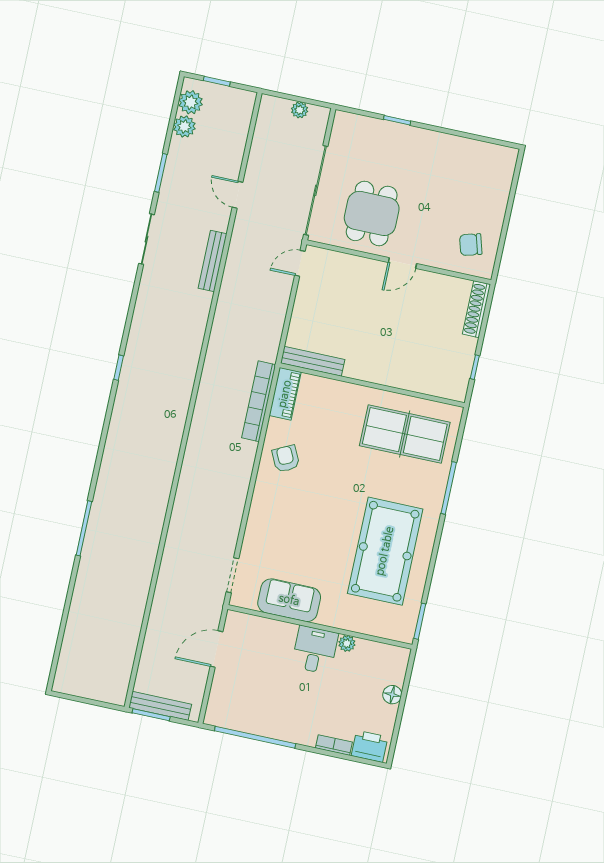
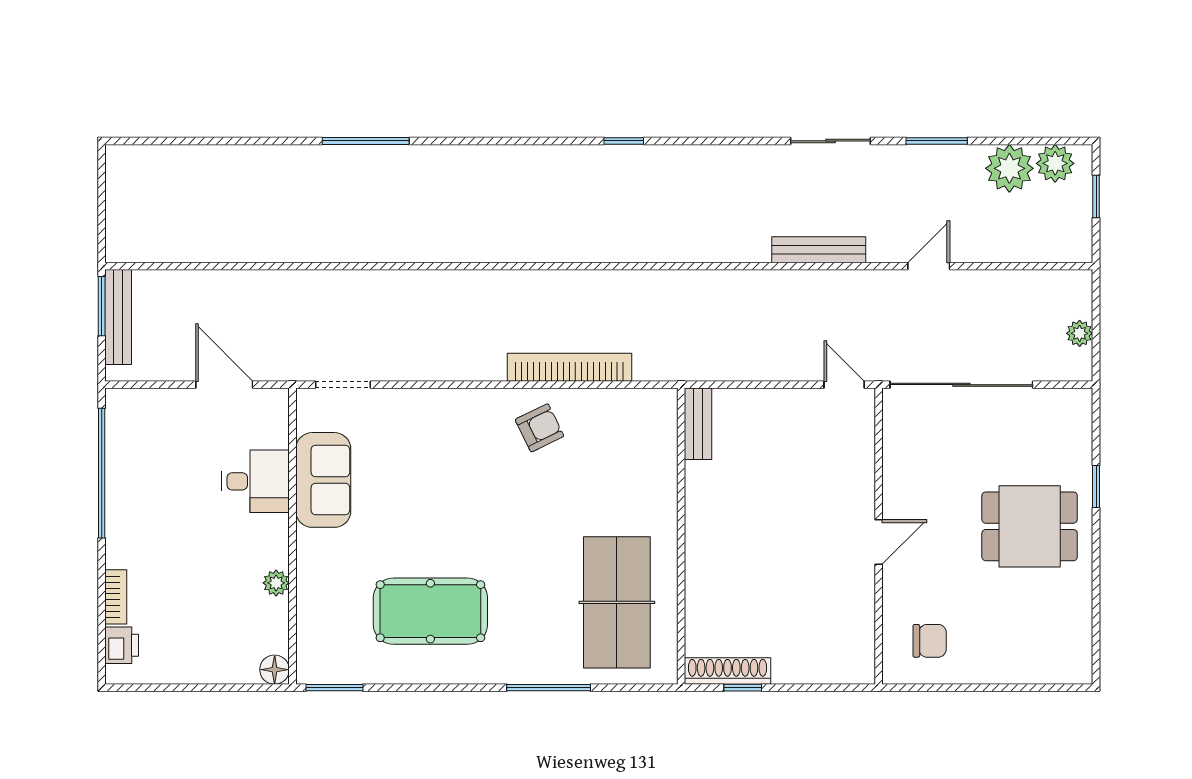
plant: (184, 126) -> (1009, 168), width x1.36, depth x1.36
dining table: (372, 213) -> (1030, 526), moved
chair: (471, 245) -> (930, 641), turned 106
door: (402, 263) -> (879, 542), swing flipped
shoe rack: (476, 309) -> (728, 671), moved
bench: (313, 361) -> (698, 424), width x0.73
piano: (285, 394) -> (639, 405), removed
bookcase: (259, 401) -> (570, 367), moved
pool table: (385, 551) -> (430, 611), width x0.73, depth x0.76
desk: (315, 650) -> (255, 481), moved
floor lamp: (392, 695) -> (275, 670), moved
printer: (370, 746) -> (122, 645), width x0.73, depth x0.81

